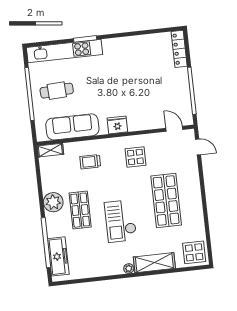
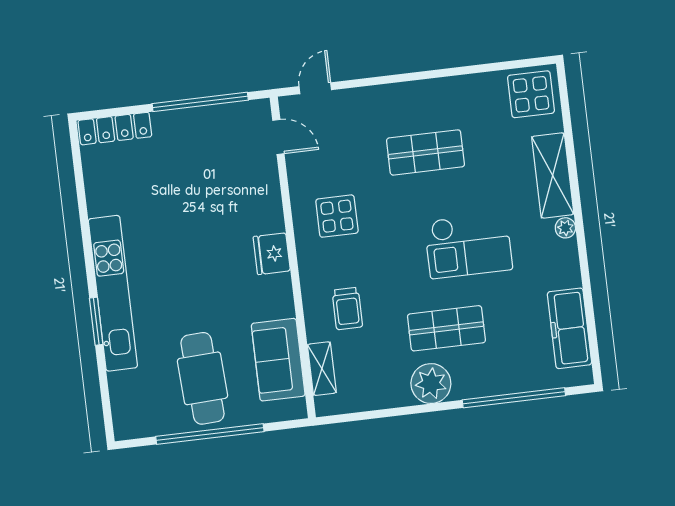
kitchen unit: (64, 51) -> (113, 293), moved
cafe table: (57, 91) -> (202, 378), width x1.37, depth x1.35
sofa: (72, 127) -> (278, 360), width x0.73
door: (174, 129) -> (278, 137), swing flipped
shelving: (50, 150) -> (322, 369), moved
shop shelf: (166, 201) -> (425, 152), width x0.70, depth x0.74
freezer: (58, 256) -> (569, 328), moved, turned -90

